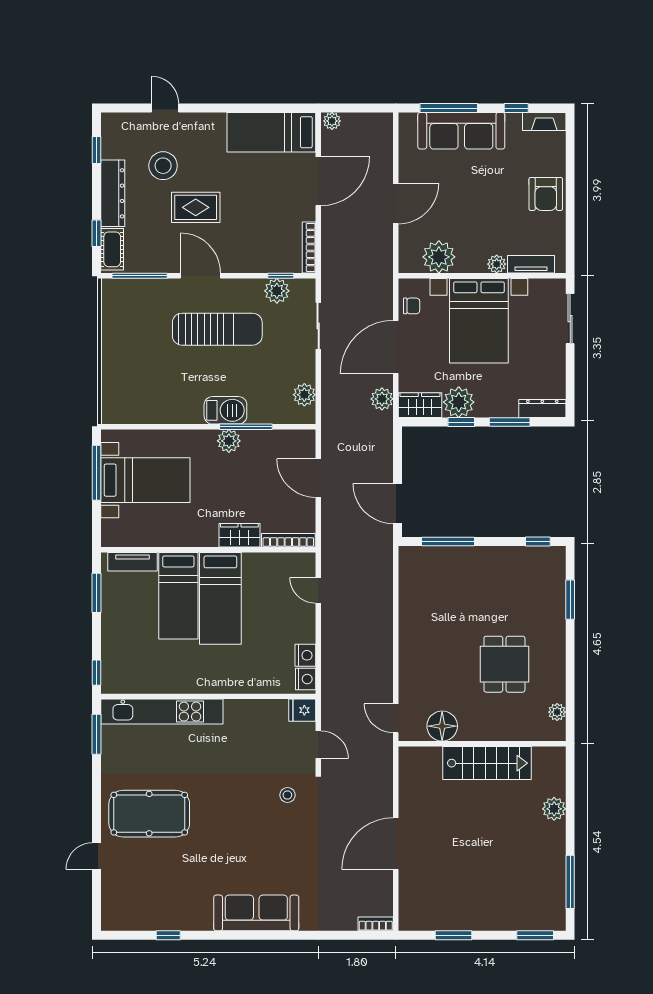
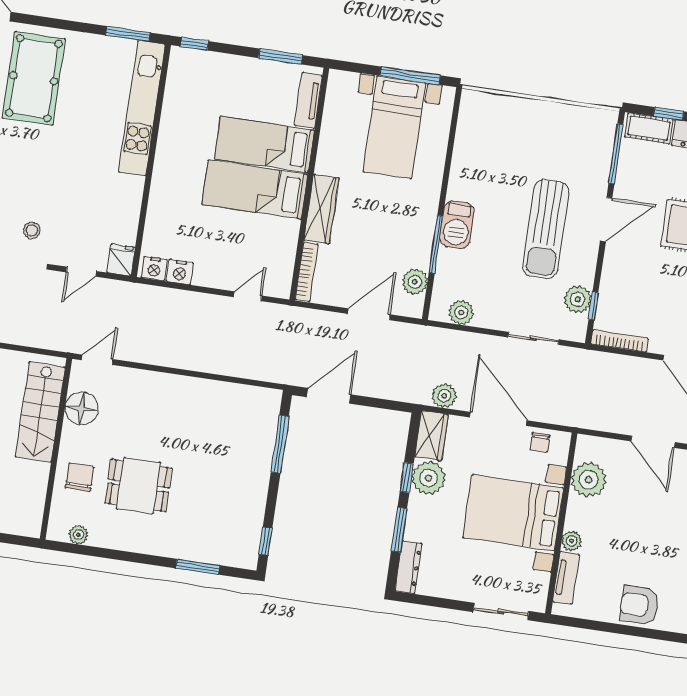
plant: (229, 441) -> (415, 282), moved
wardrobe: (239, 535) -> (321, 209), width x1.50
chair: (505, 719) -> (80, 477), added
stairs: (487, 763) -> (40, 412), moved

